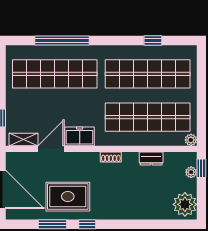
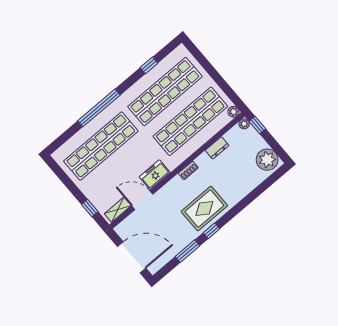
window: (62, 41) -> (99, 108), moved
door: (51, 149) -> (142, 200), hinge flipped
plant: (191, 172) -> (244, 124), moved
rug: (68, 197) -> (204, 209), moved

